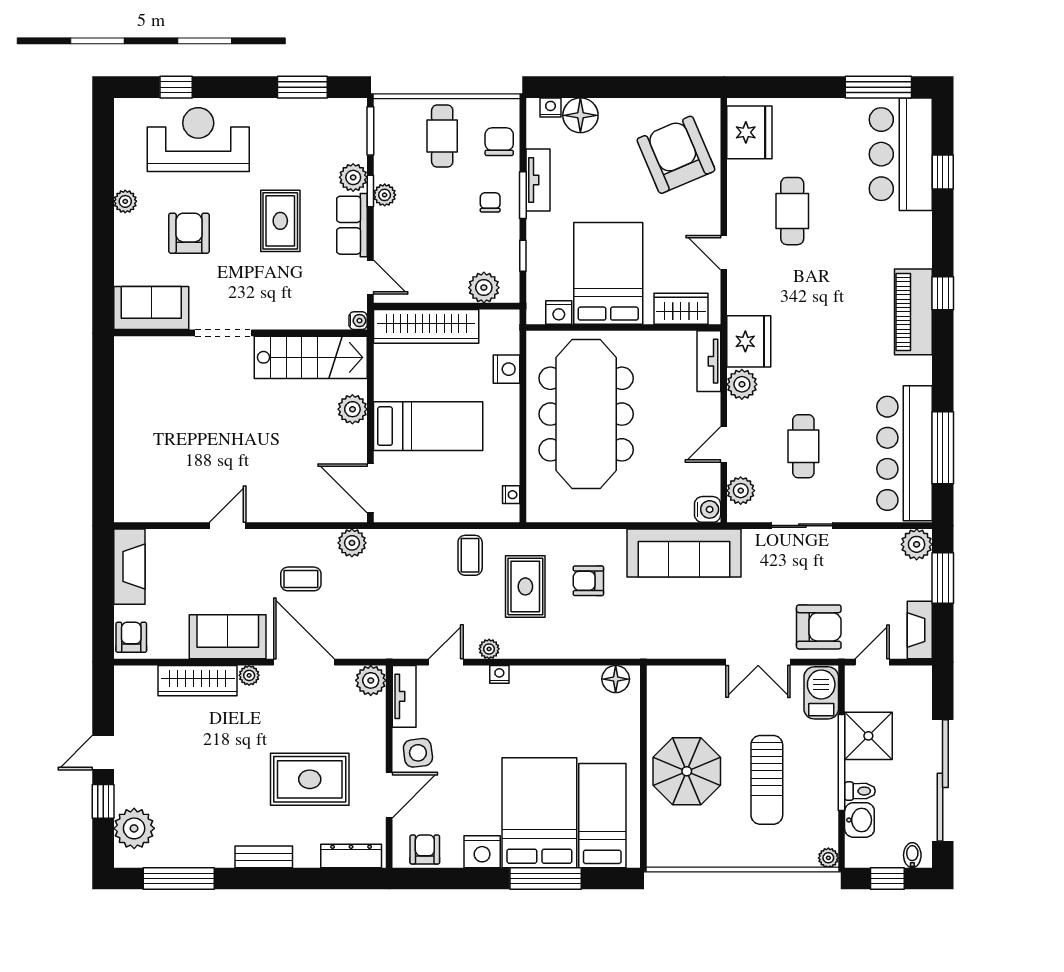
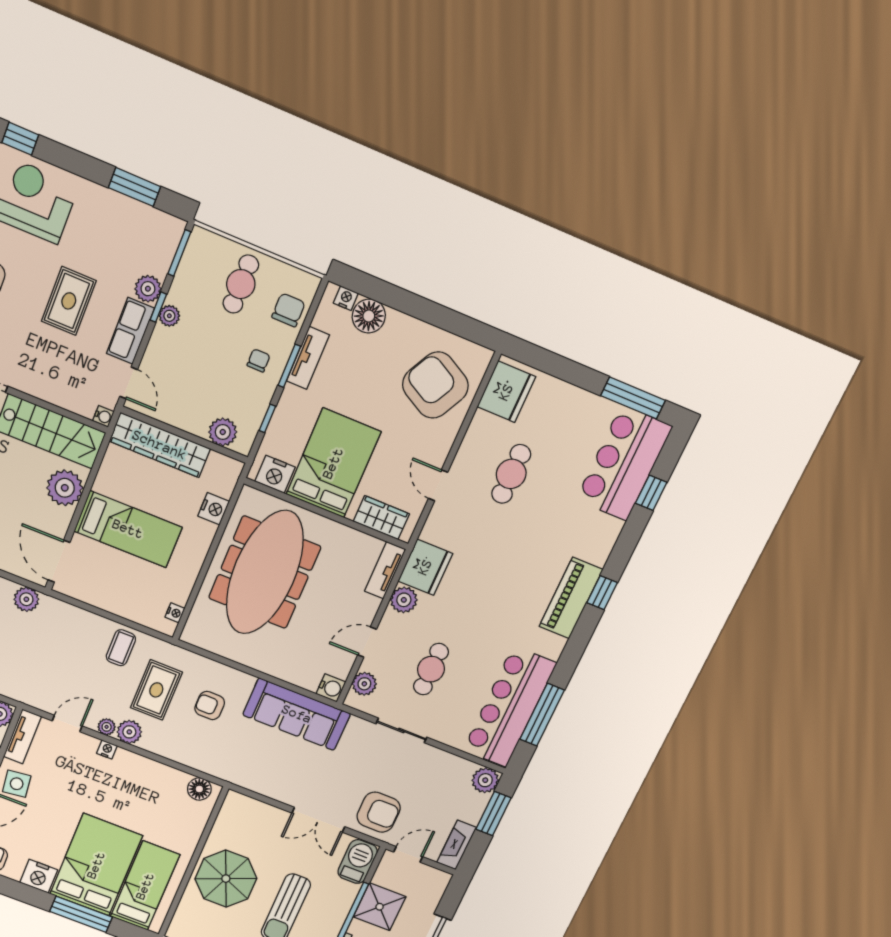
armchair: (676, 155) -> (435, 385), turned -39
nightstand: (559, 312) -> (275, 474), width x1.36, depth x1.33
plant: (352, 409) -> (65, 488), width x1.36, depth x1.36
plant: (515, 645) -> (129, 732), added

